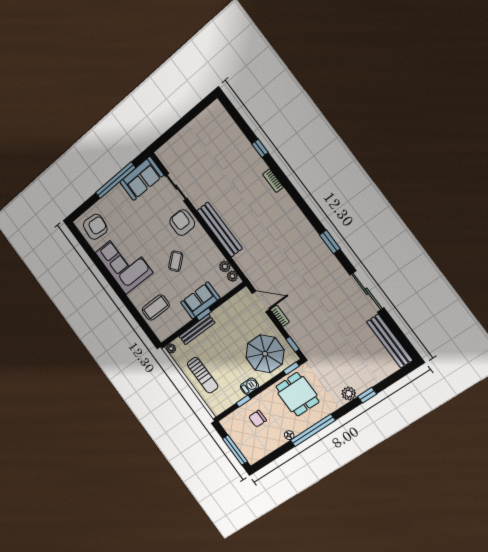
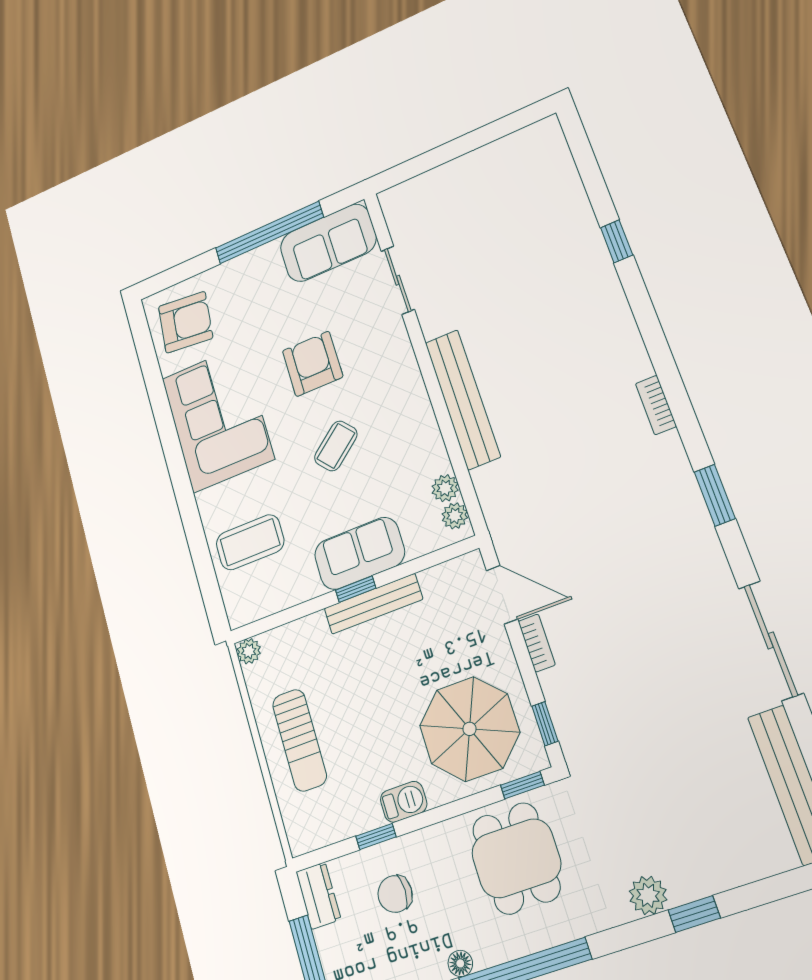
bookcase: (273, 181) -> (656, 405), moved
armchair: (182, 223) -> (313, 364), moved
bench: (197, 330) -> (373, 604), moved
dresser: (230, 427) -> (318, 896), added

